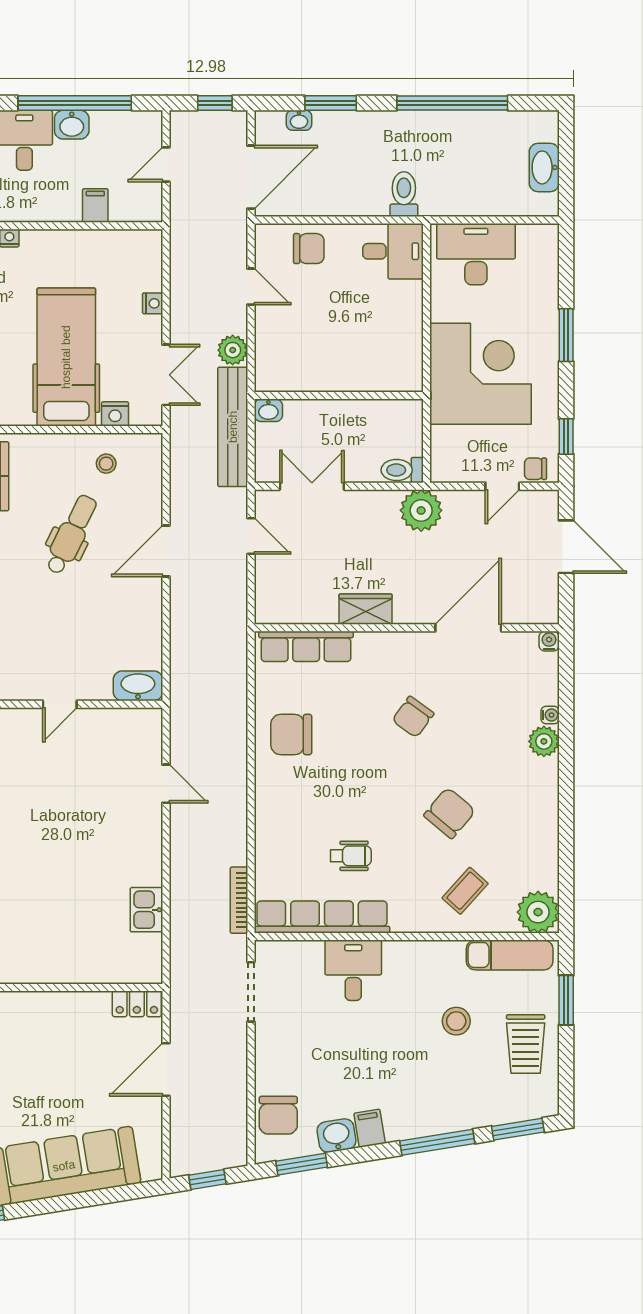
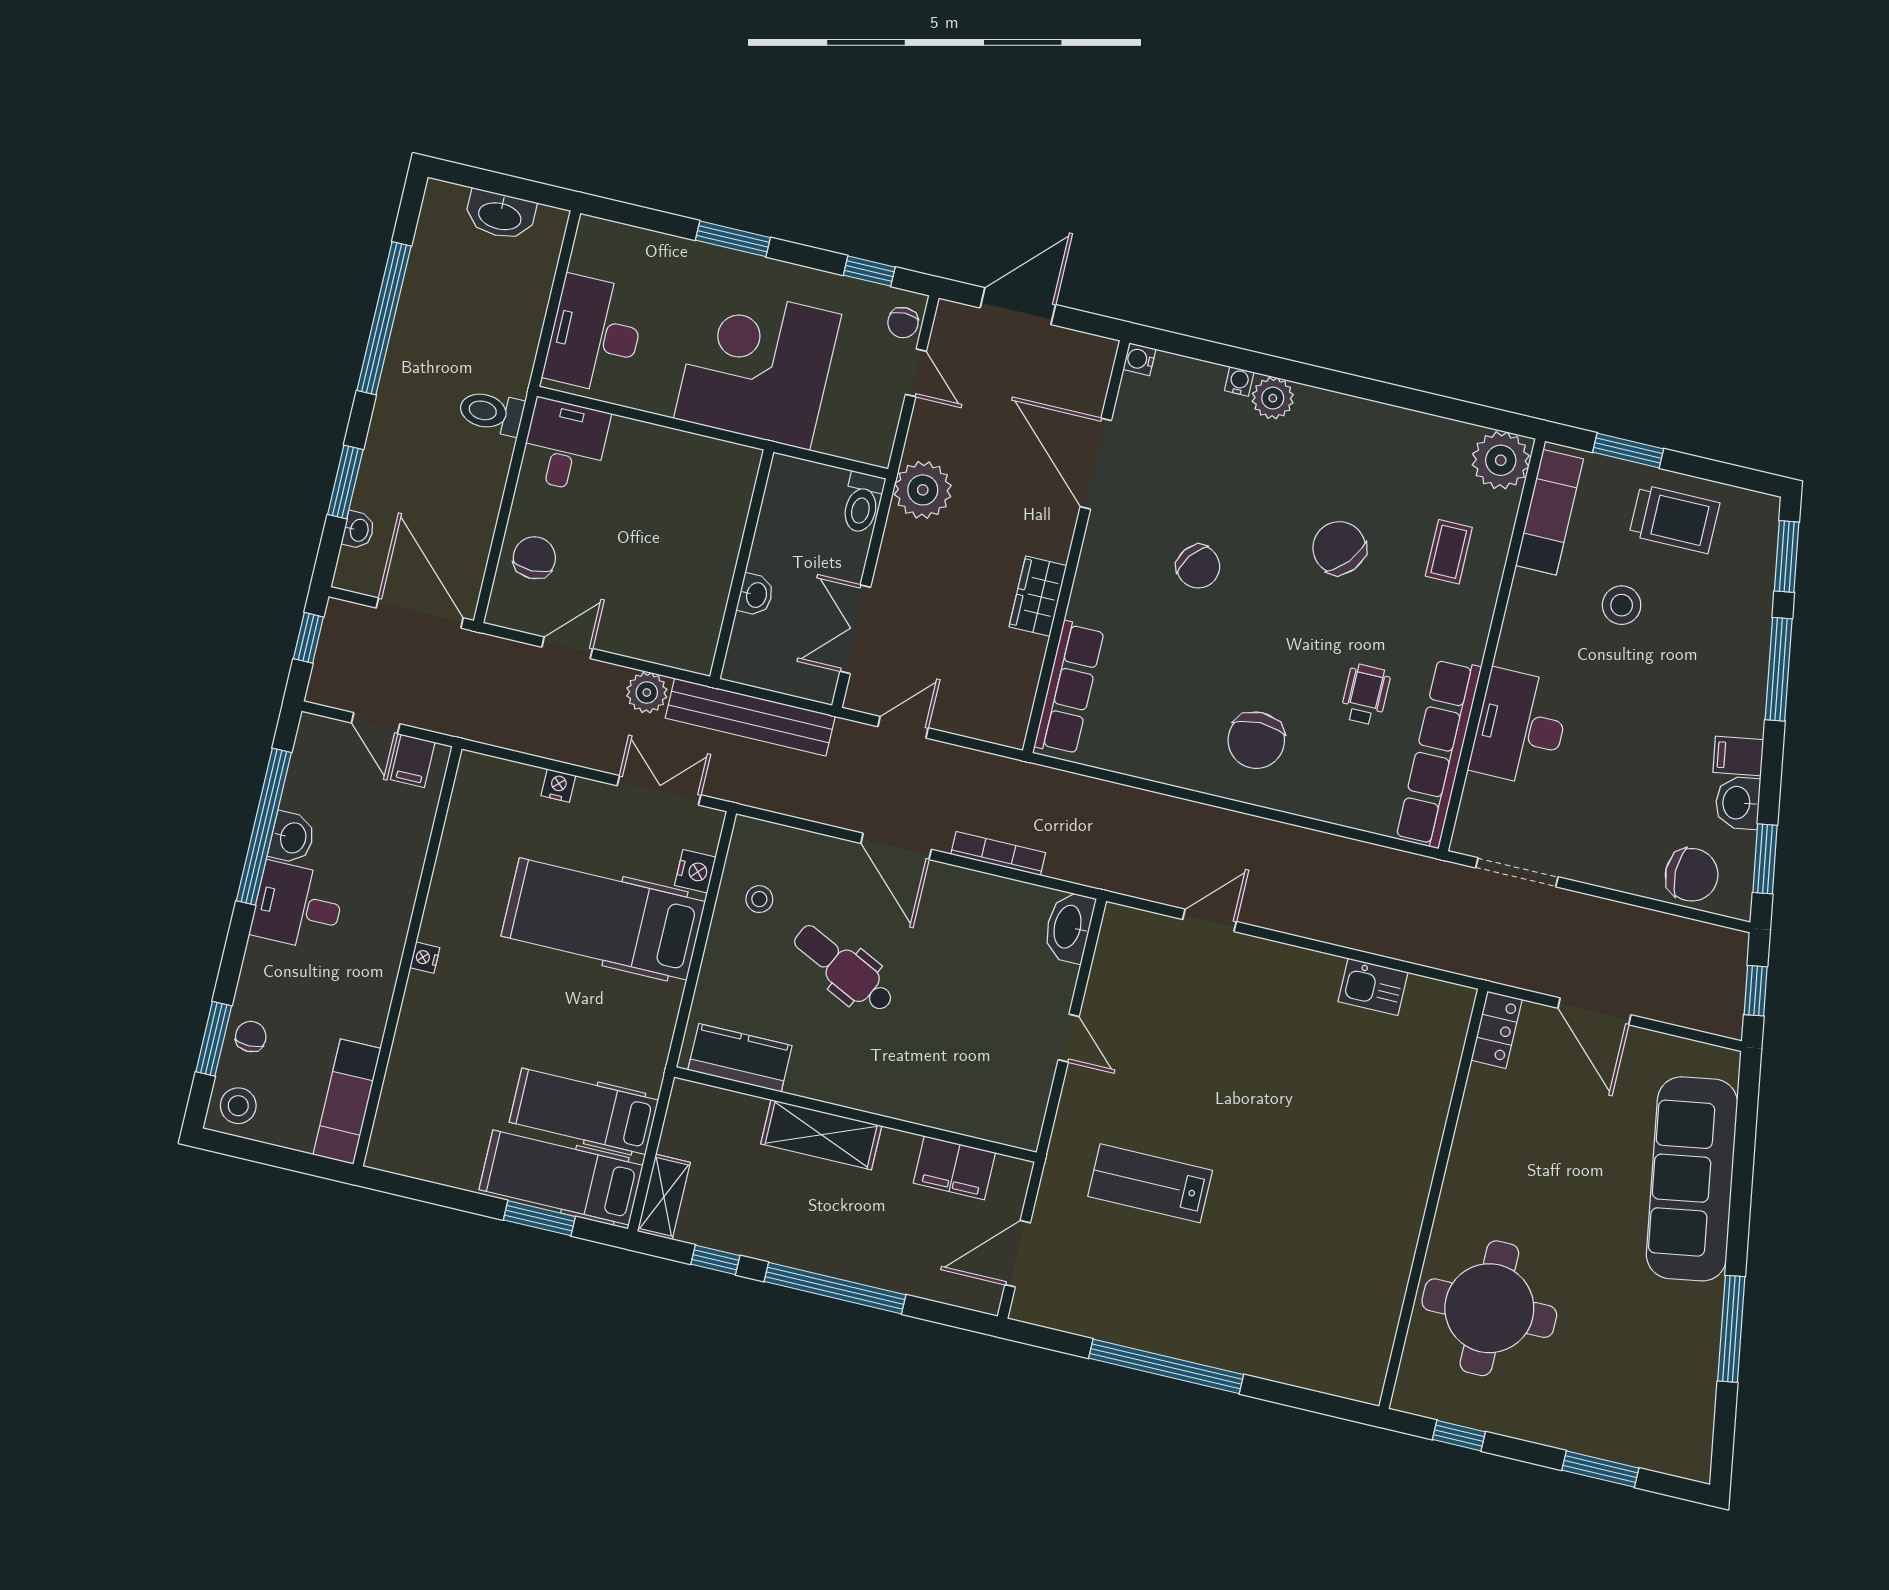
filing cabinet: (95, 205) -> (413, 761), moved, turned -90
washbasin: (268, 410) -> (756, 595), moved
chair: (291, 734) -> (1256, 740), moved
coffee table: (465, 891) -> (1449, 552), turned 48
bookcase: (239, 900) -> (998, 854), moved, turned 180
desk: (353, 970) -> (1520, 728), width x1.37

